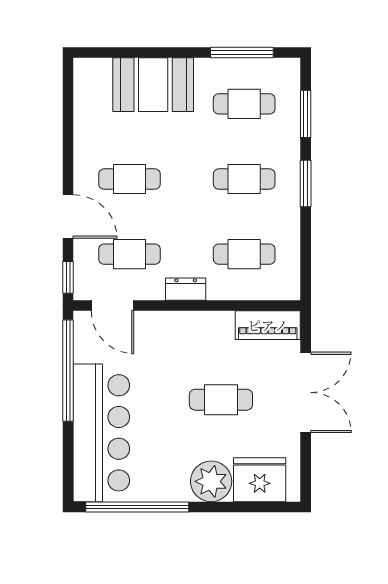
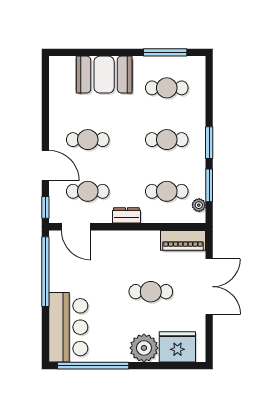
window: (306, 114) -> (209, 185), moved
plant: (291, 274) -> (199, 205), added
bar counter: (101, 433) -> (68, 327), width x0.73

